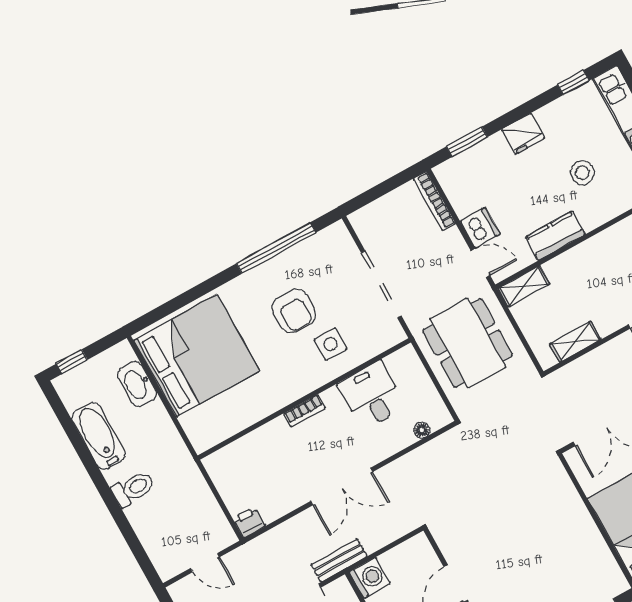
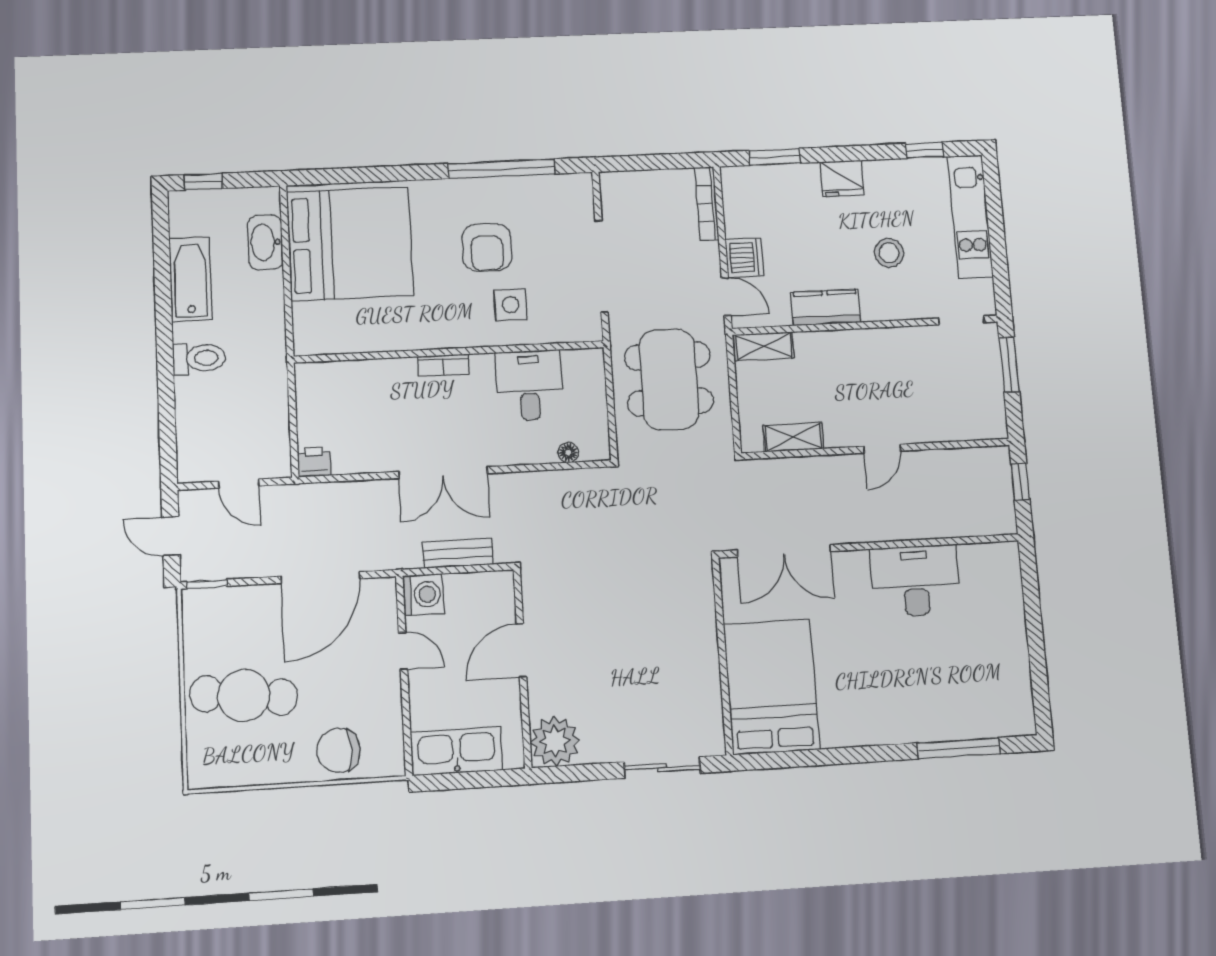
bench: (339, 560) -> (458, 553), moved

